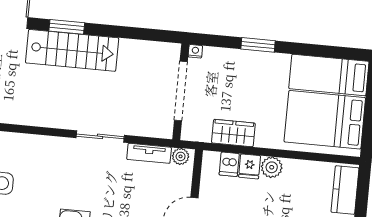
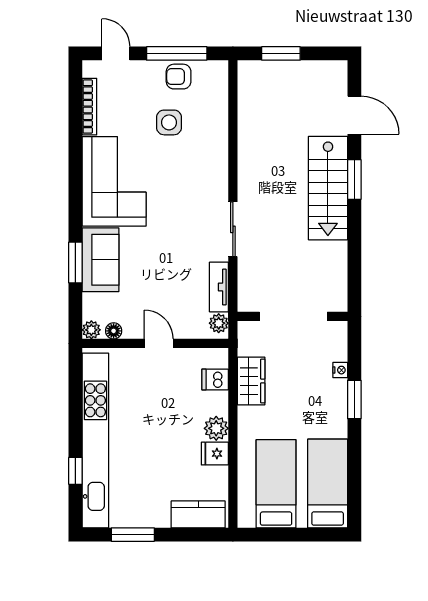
nightstand: (195, 51) -> (340, 370), moved
bed: (325, 120) -> (276, 484), width x0.67
fridge: (250, 166) -> (215, 454), moved

